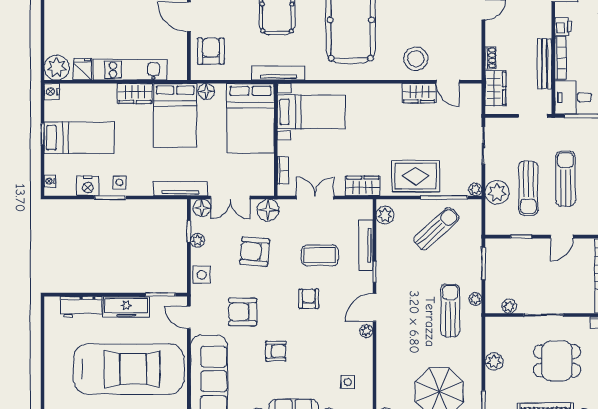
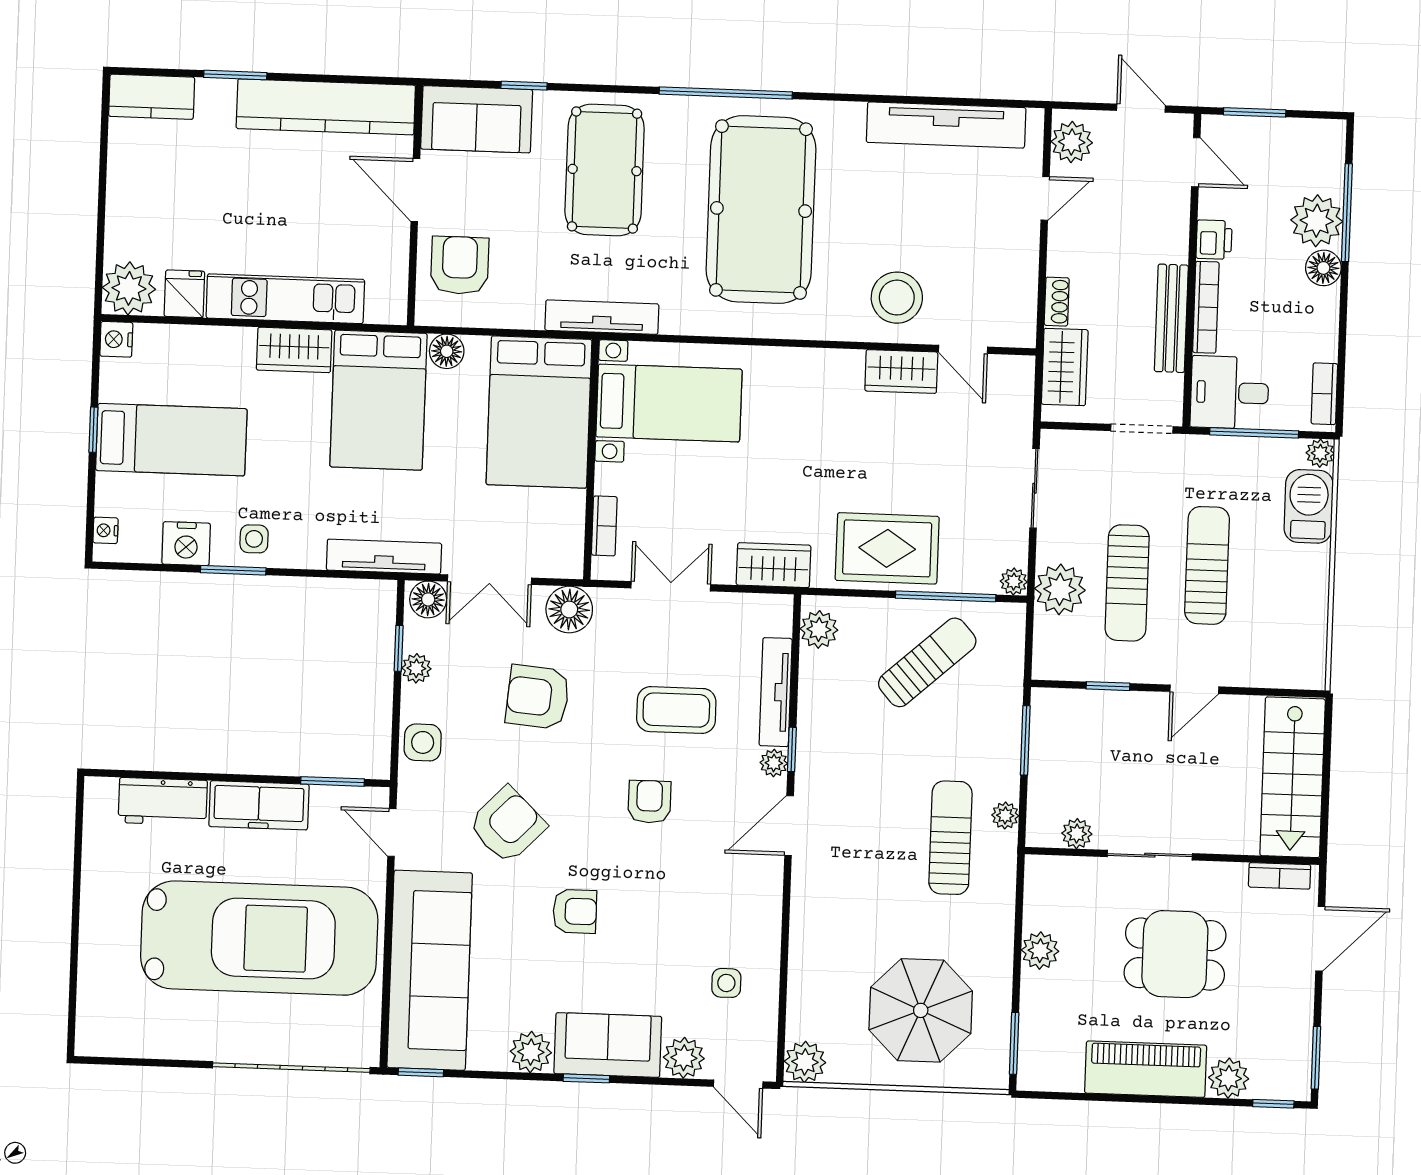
armchair: (243, 312) -> (507, 825), turned 134
plant: (366, 331) -> (774, 763), moved

